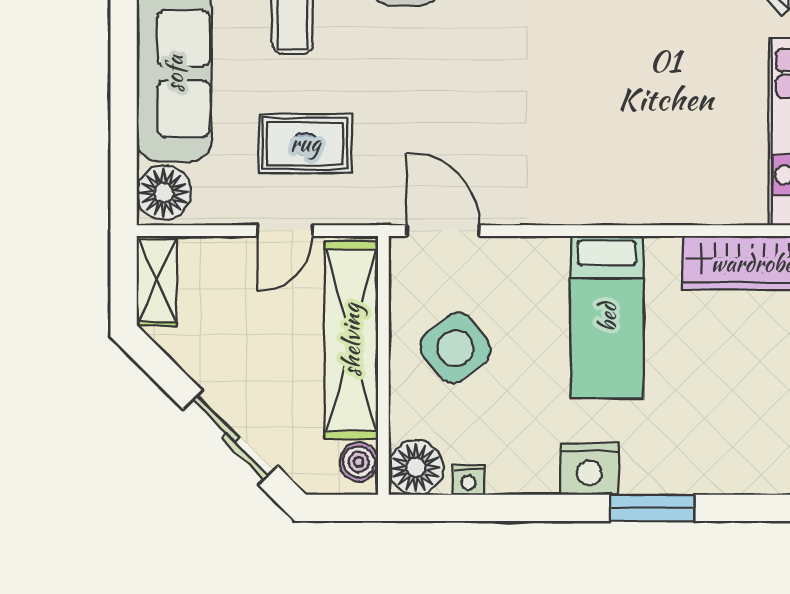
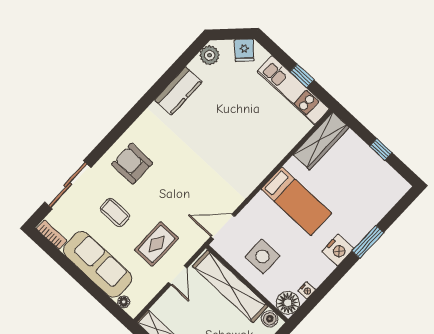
floor lamp: (164, 193) -> (124, 302), width x0.53, depth x0.53
side table: (456, 348) -> (262, 256), turned 38

